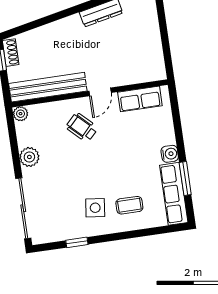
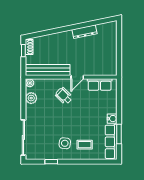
plant: (29, 157) -> (31, 98), moved

